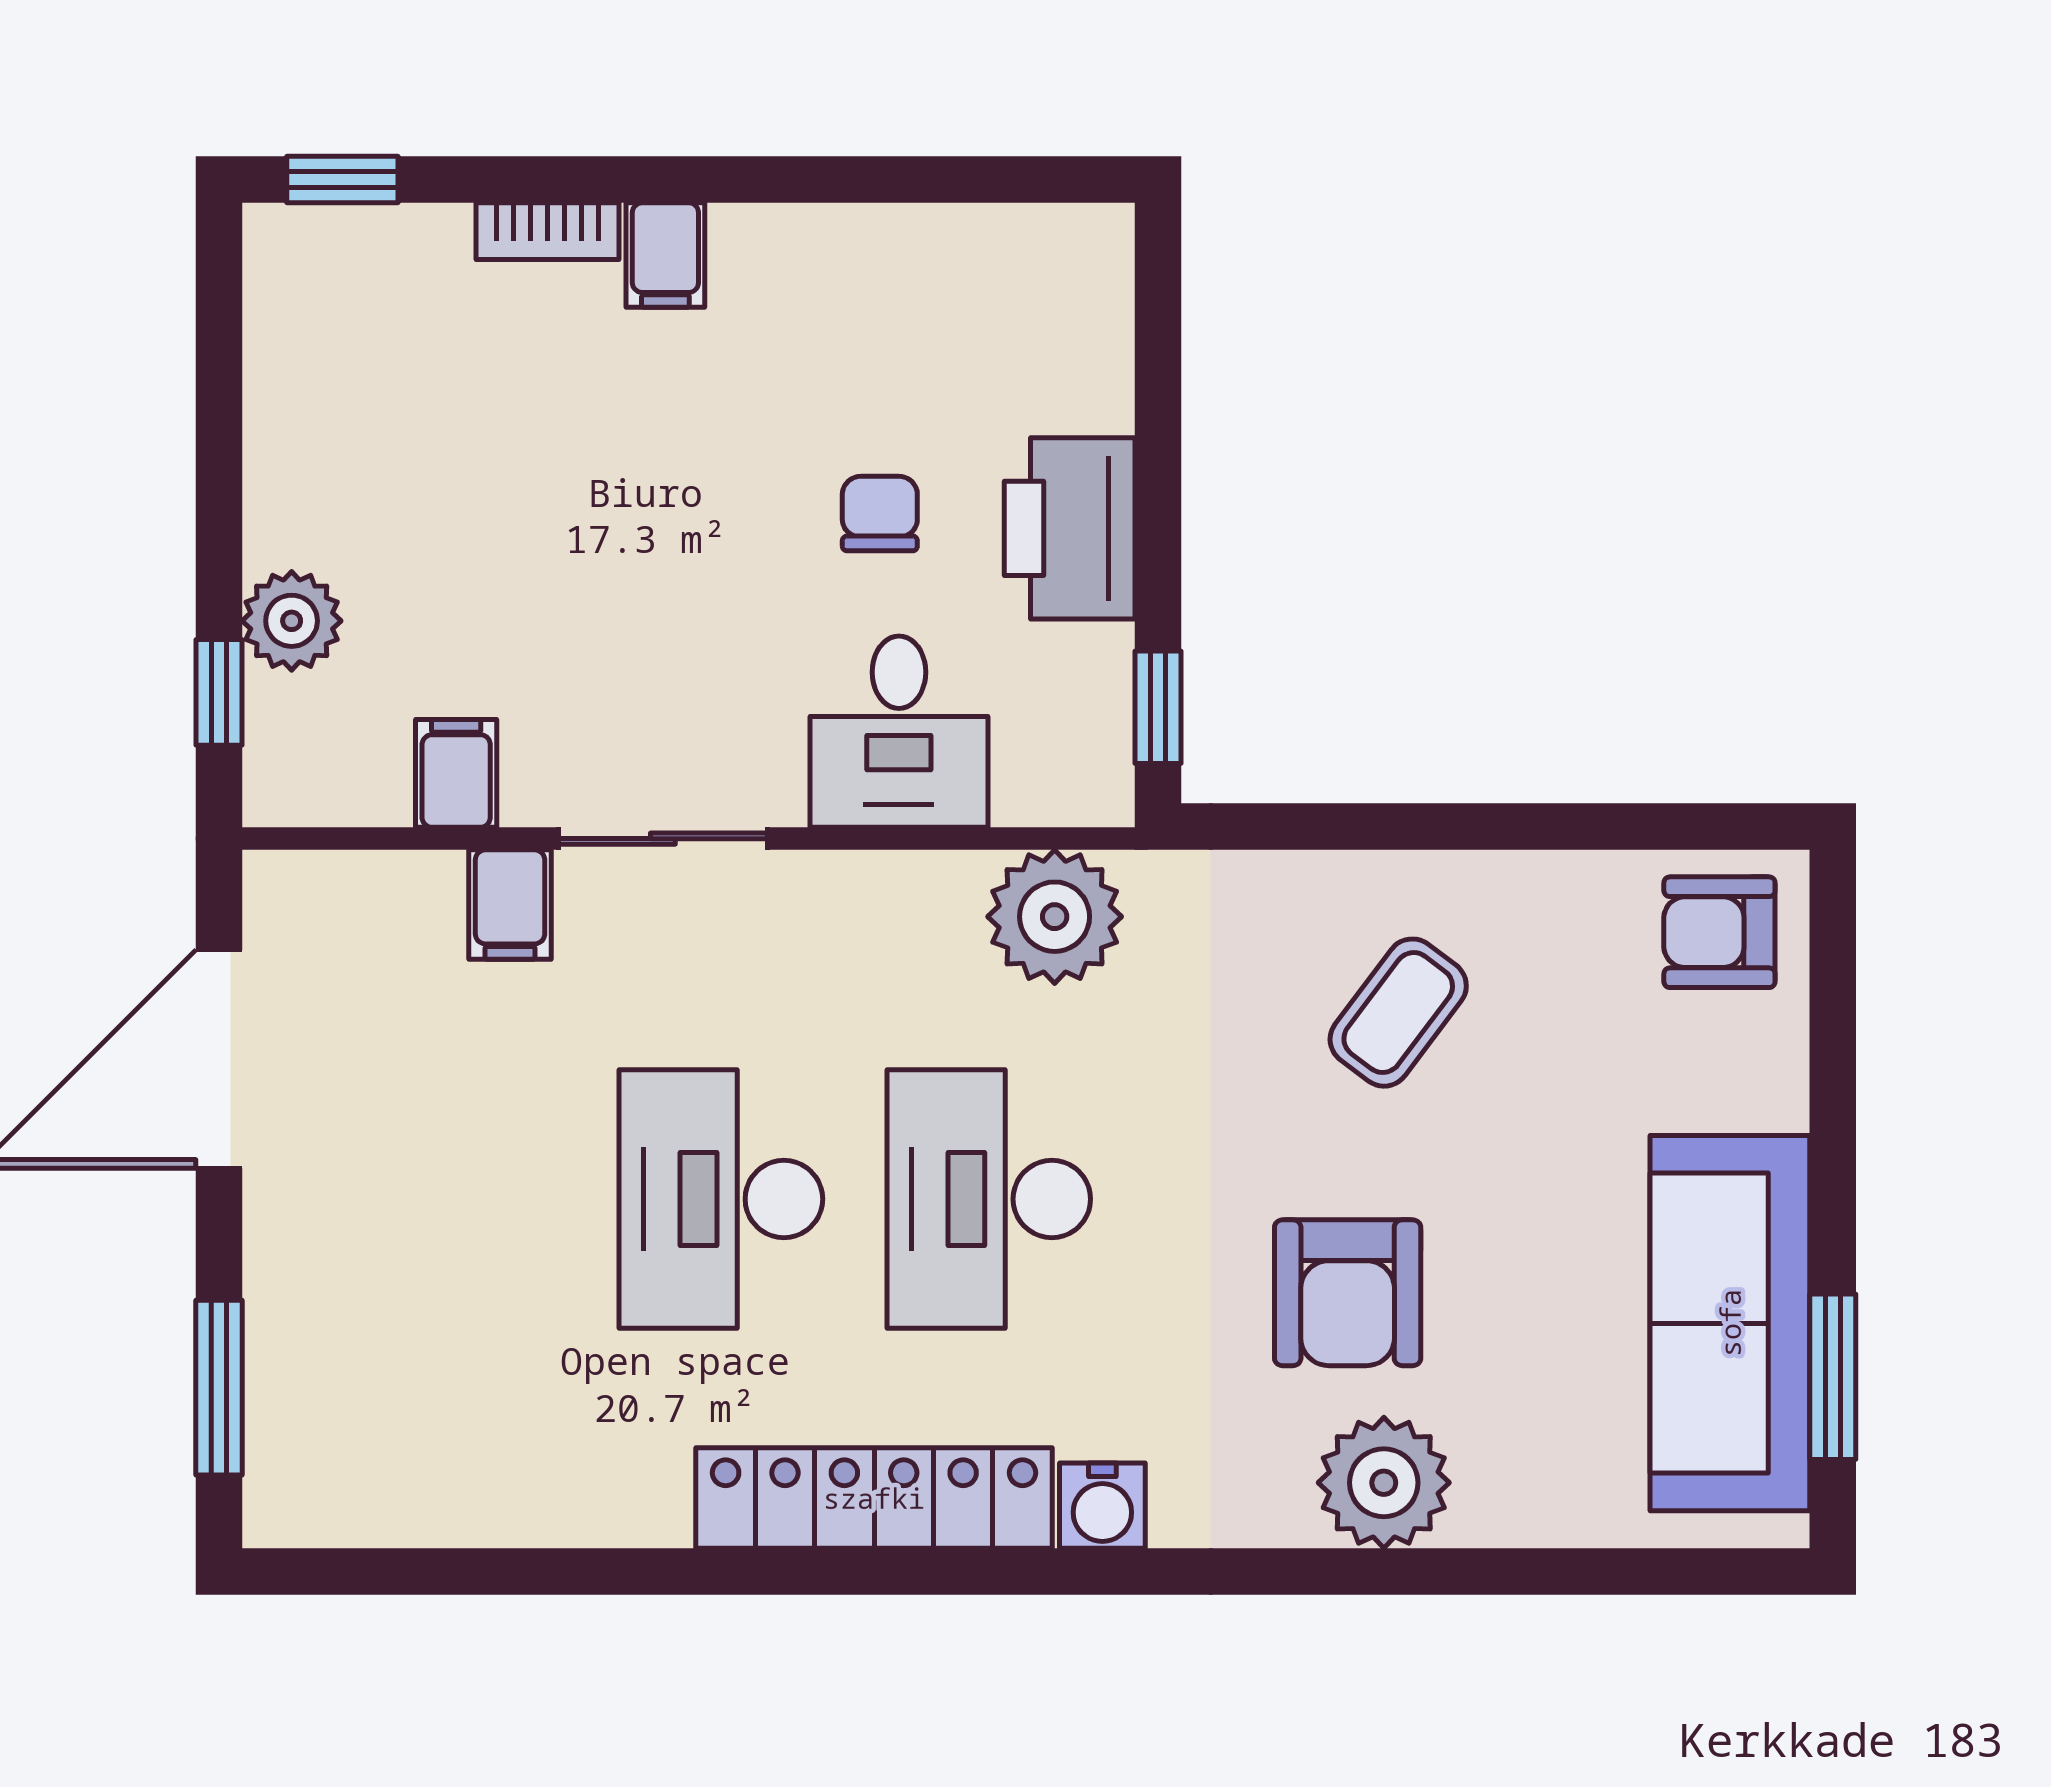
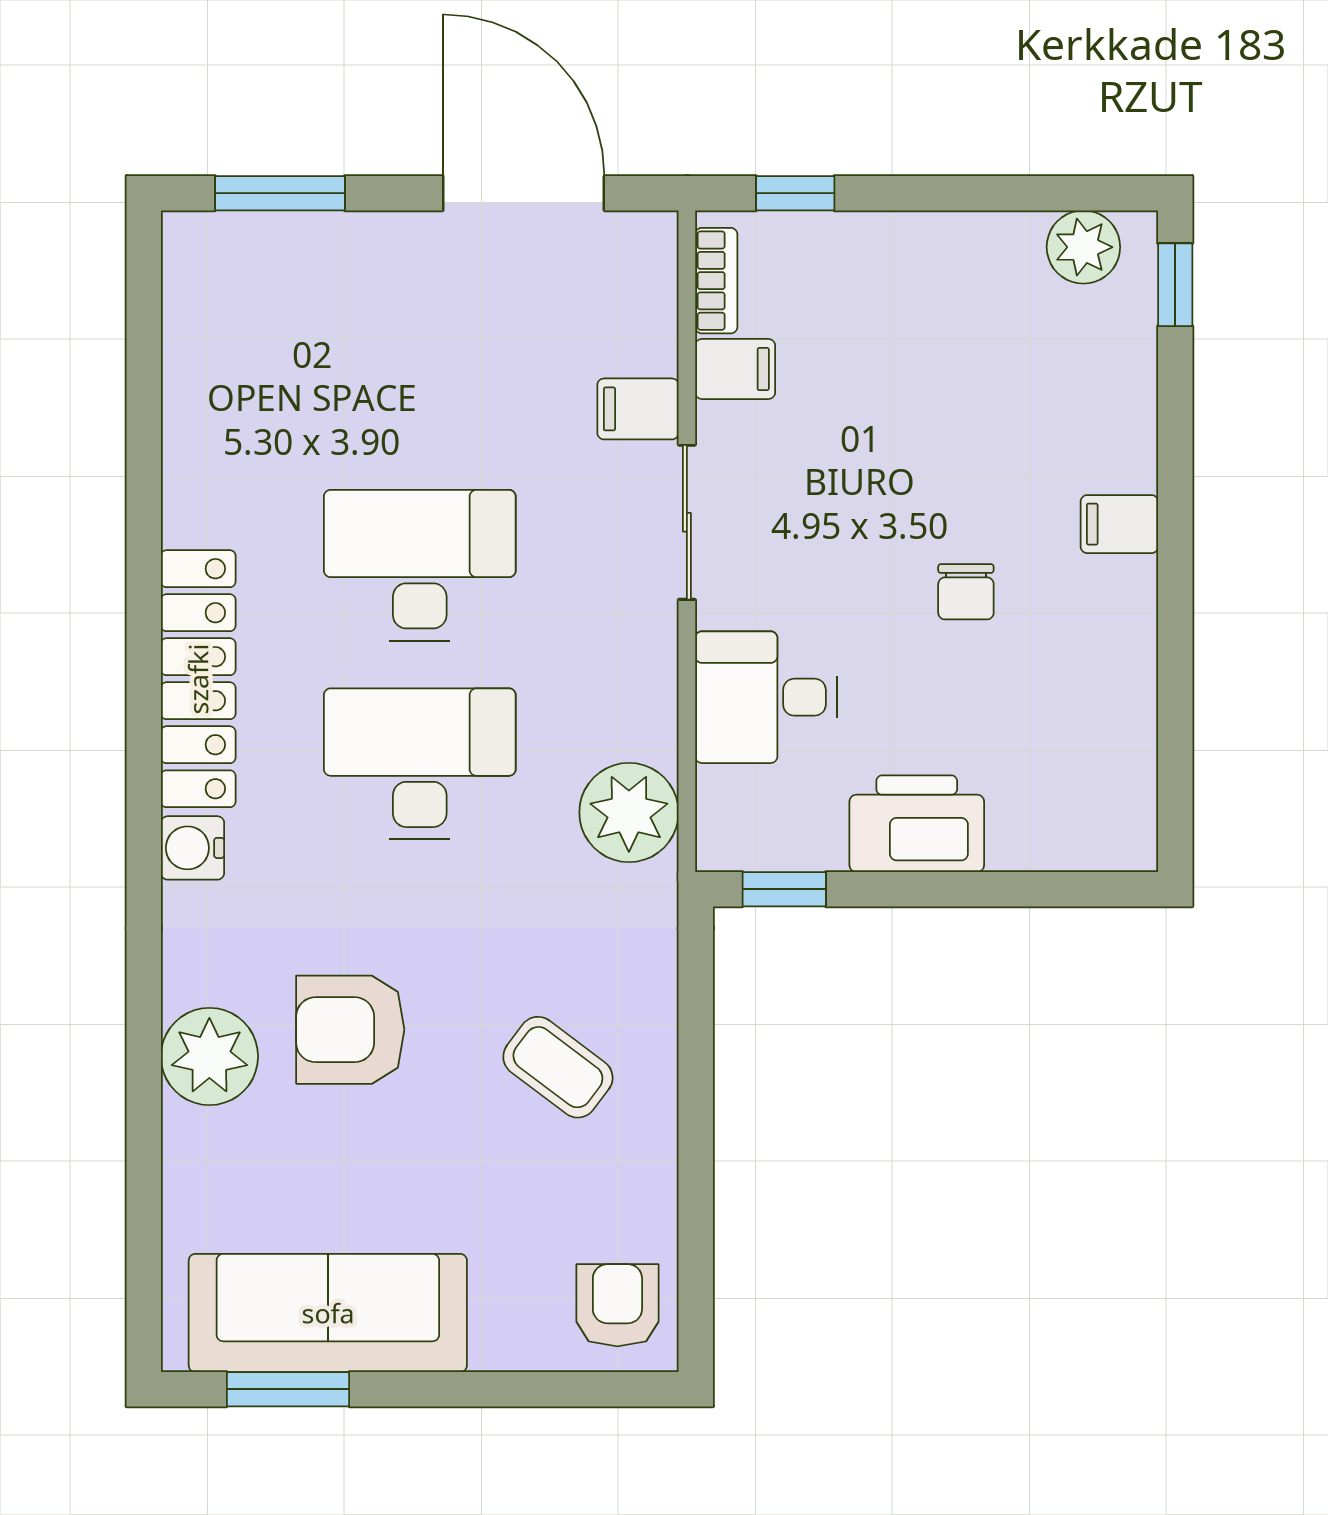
bookcase: (547, 231) -> (716, 281), moved, turned 180
chair: (880, 514) -> (966, 592), moved, turned 90
plant: (292, 621) -> (1083, 247), moved

